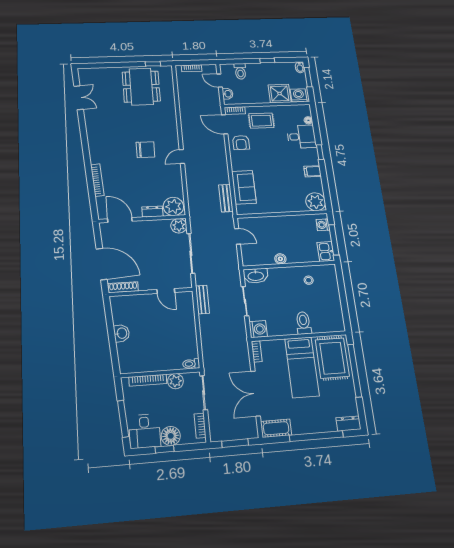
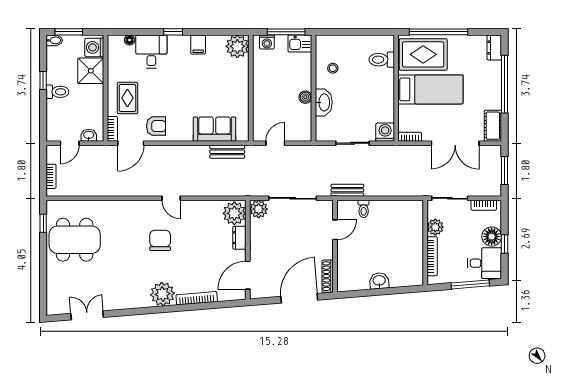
toilet: (240, 71) -> (57, 92), moved
plant: (100, 153) -> (162, 294), added
washbasin: (256, 276) -> (324, 102), moved
toilet: (303, 323) -> (382, 60), moved
toilet: (191, 364) -> (364, 209), moved

